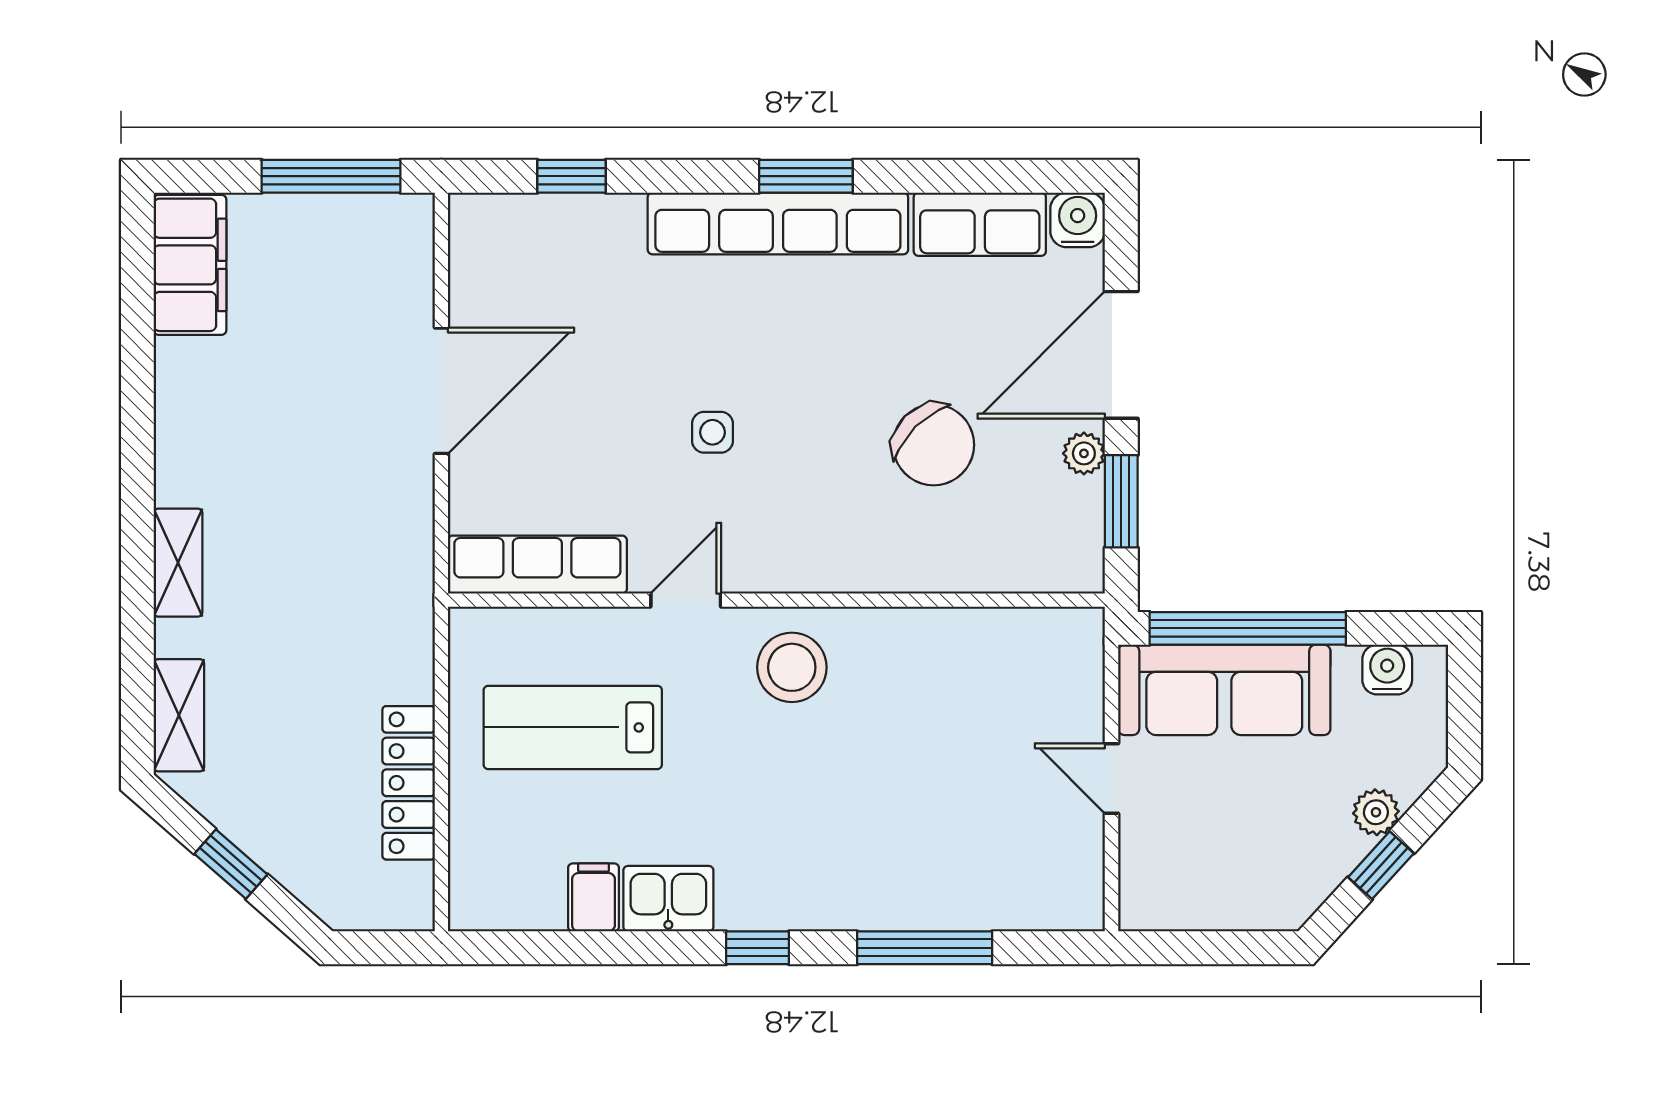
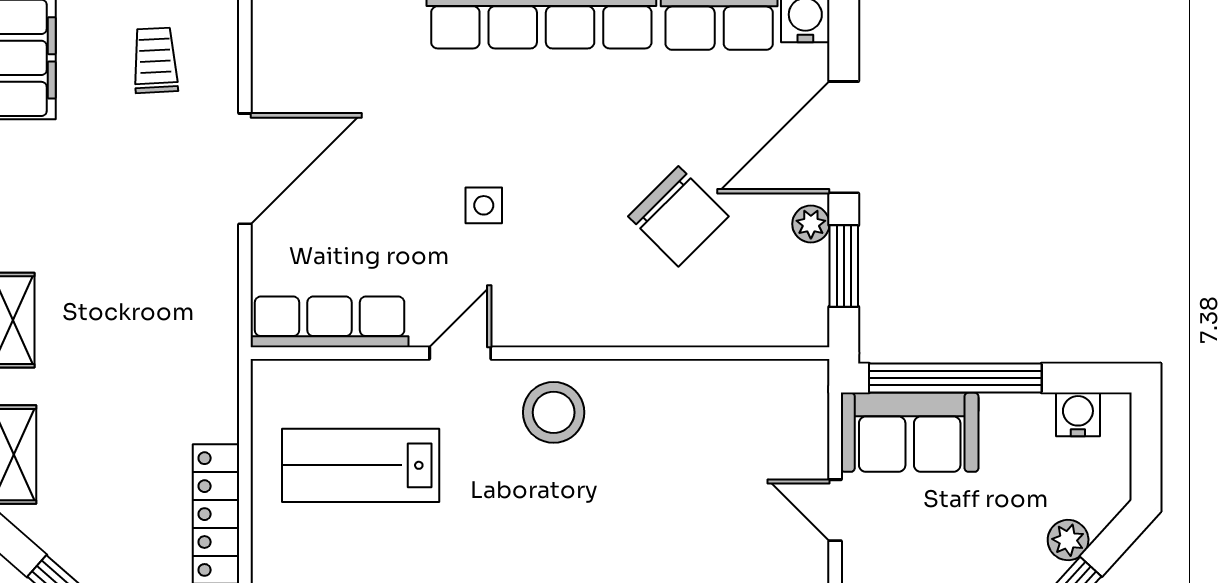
trolley: (339, 268) -> (155, 60), added
sofa: (1224, 690) -> (910, 432), width x0.73

